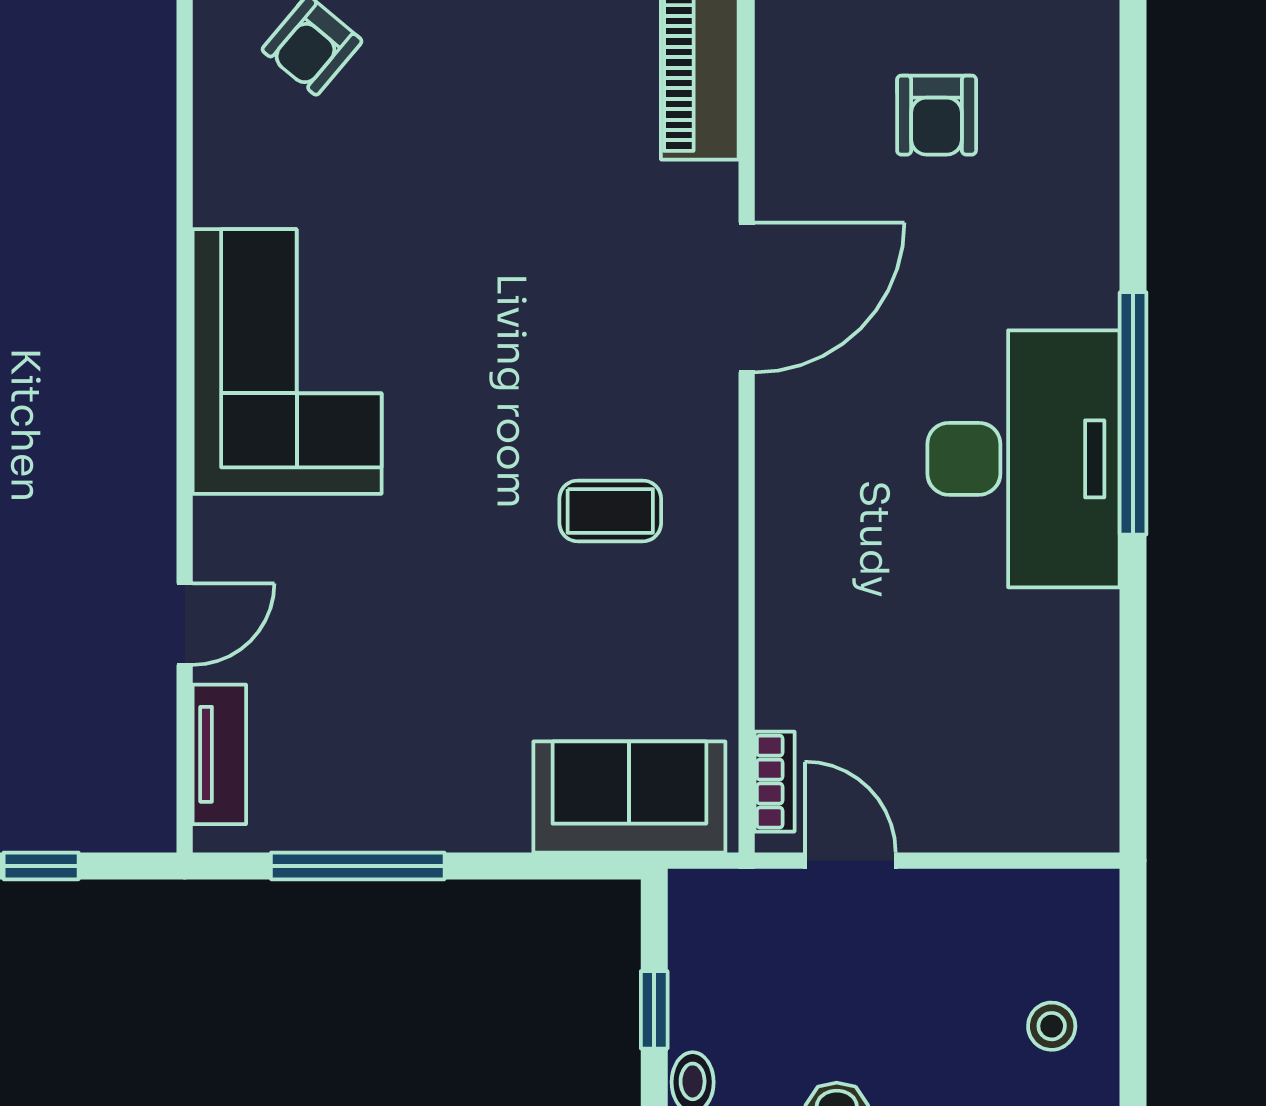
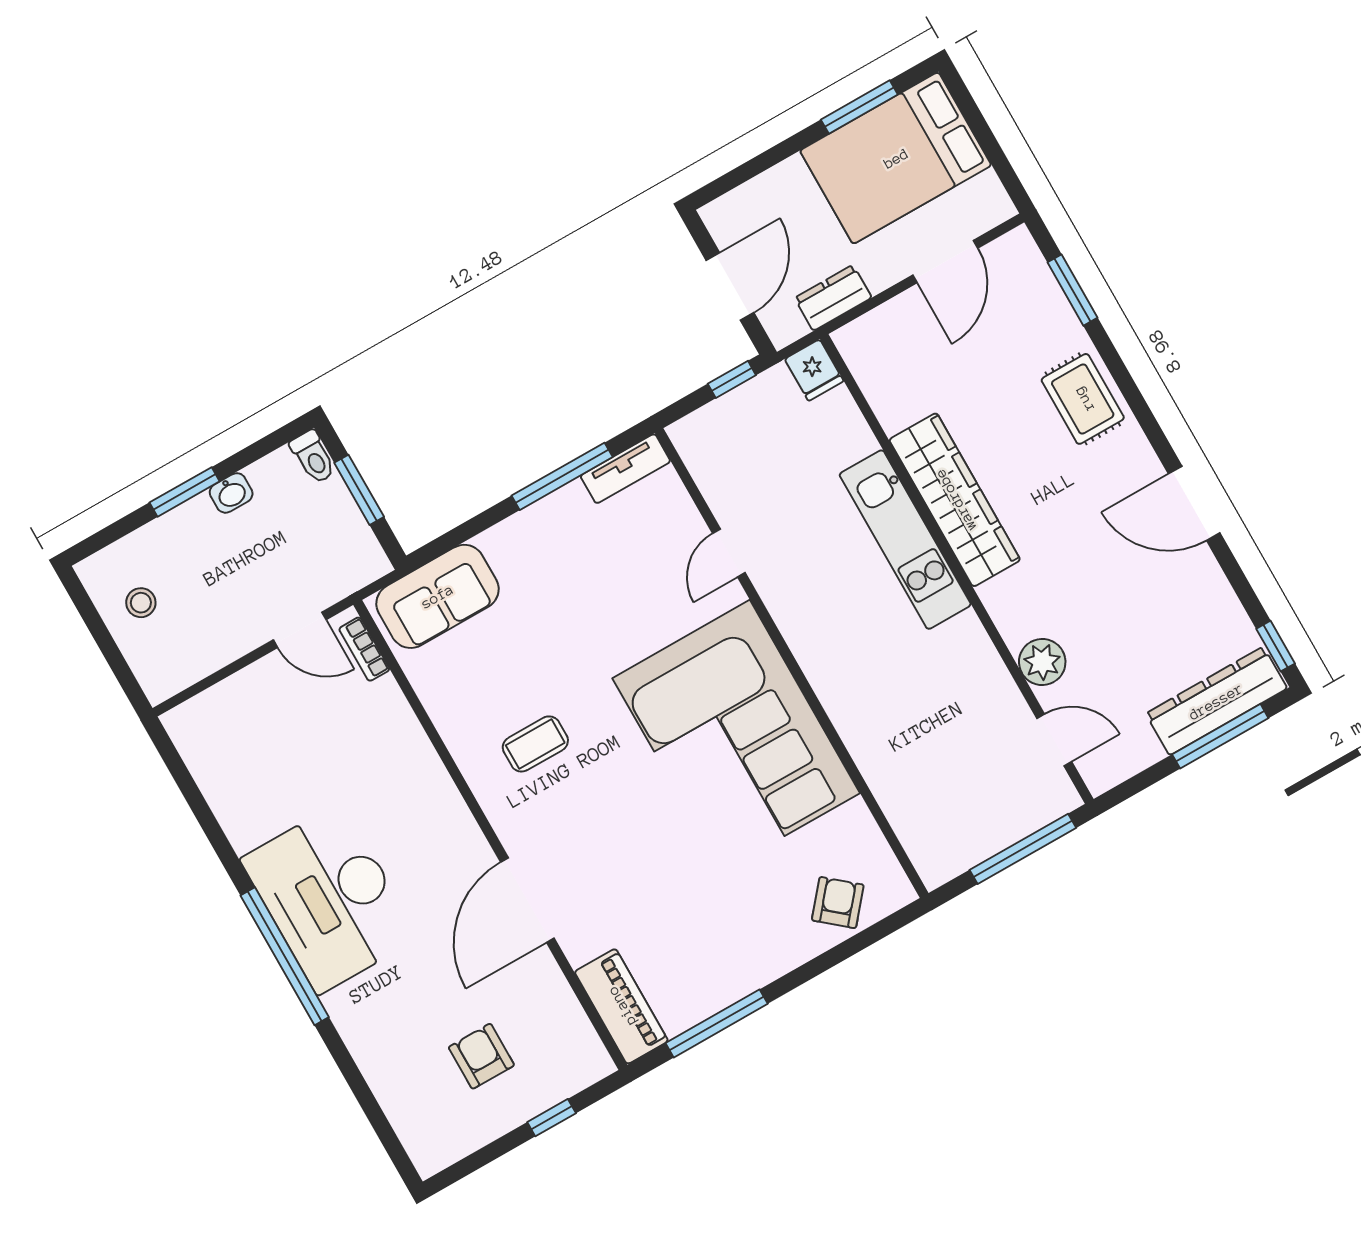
corner sofa: (287, 362) -> (736, 736), width x1.36, depth x1.36
tv unit: (219, 754) -> (625, 469), moved, turned -90
window: (654, 1010) -> (359, 490), width x1.50

